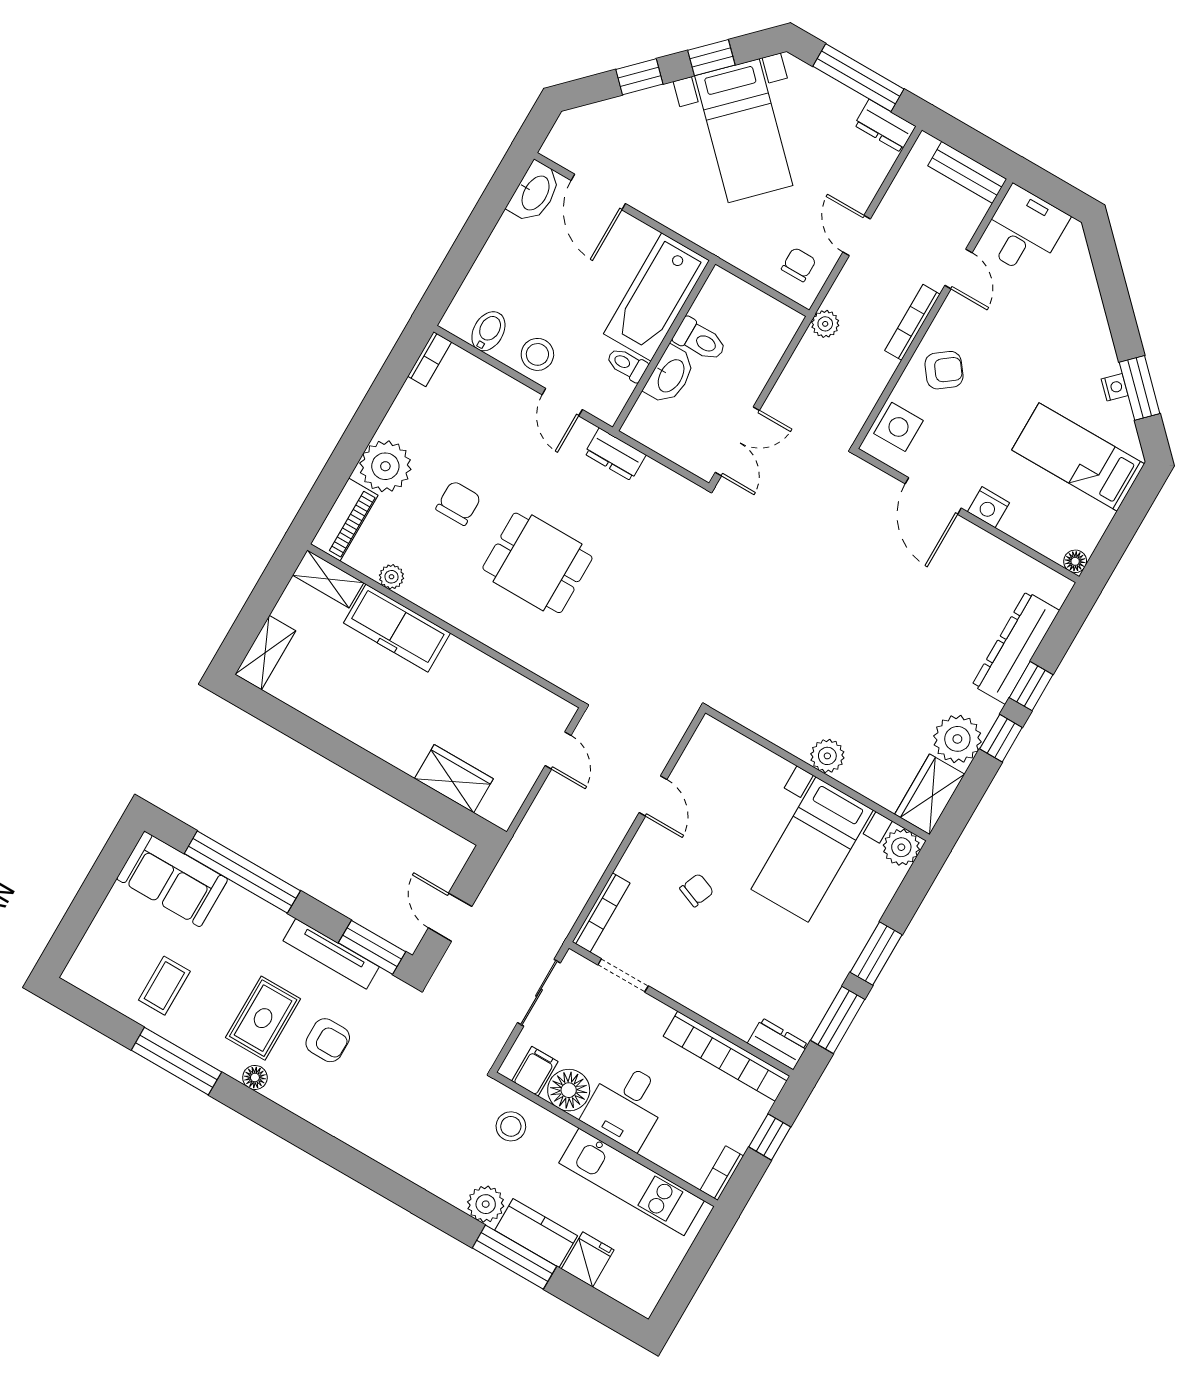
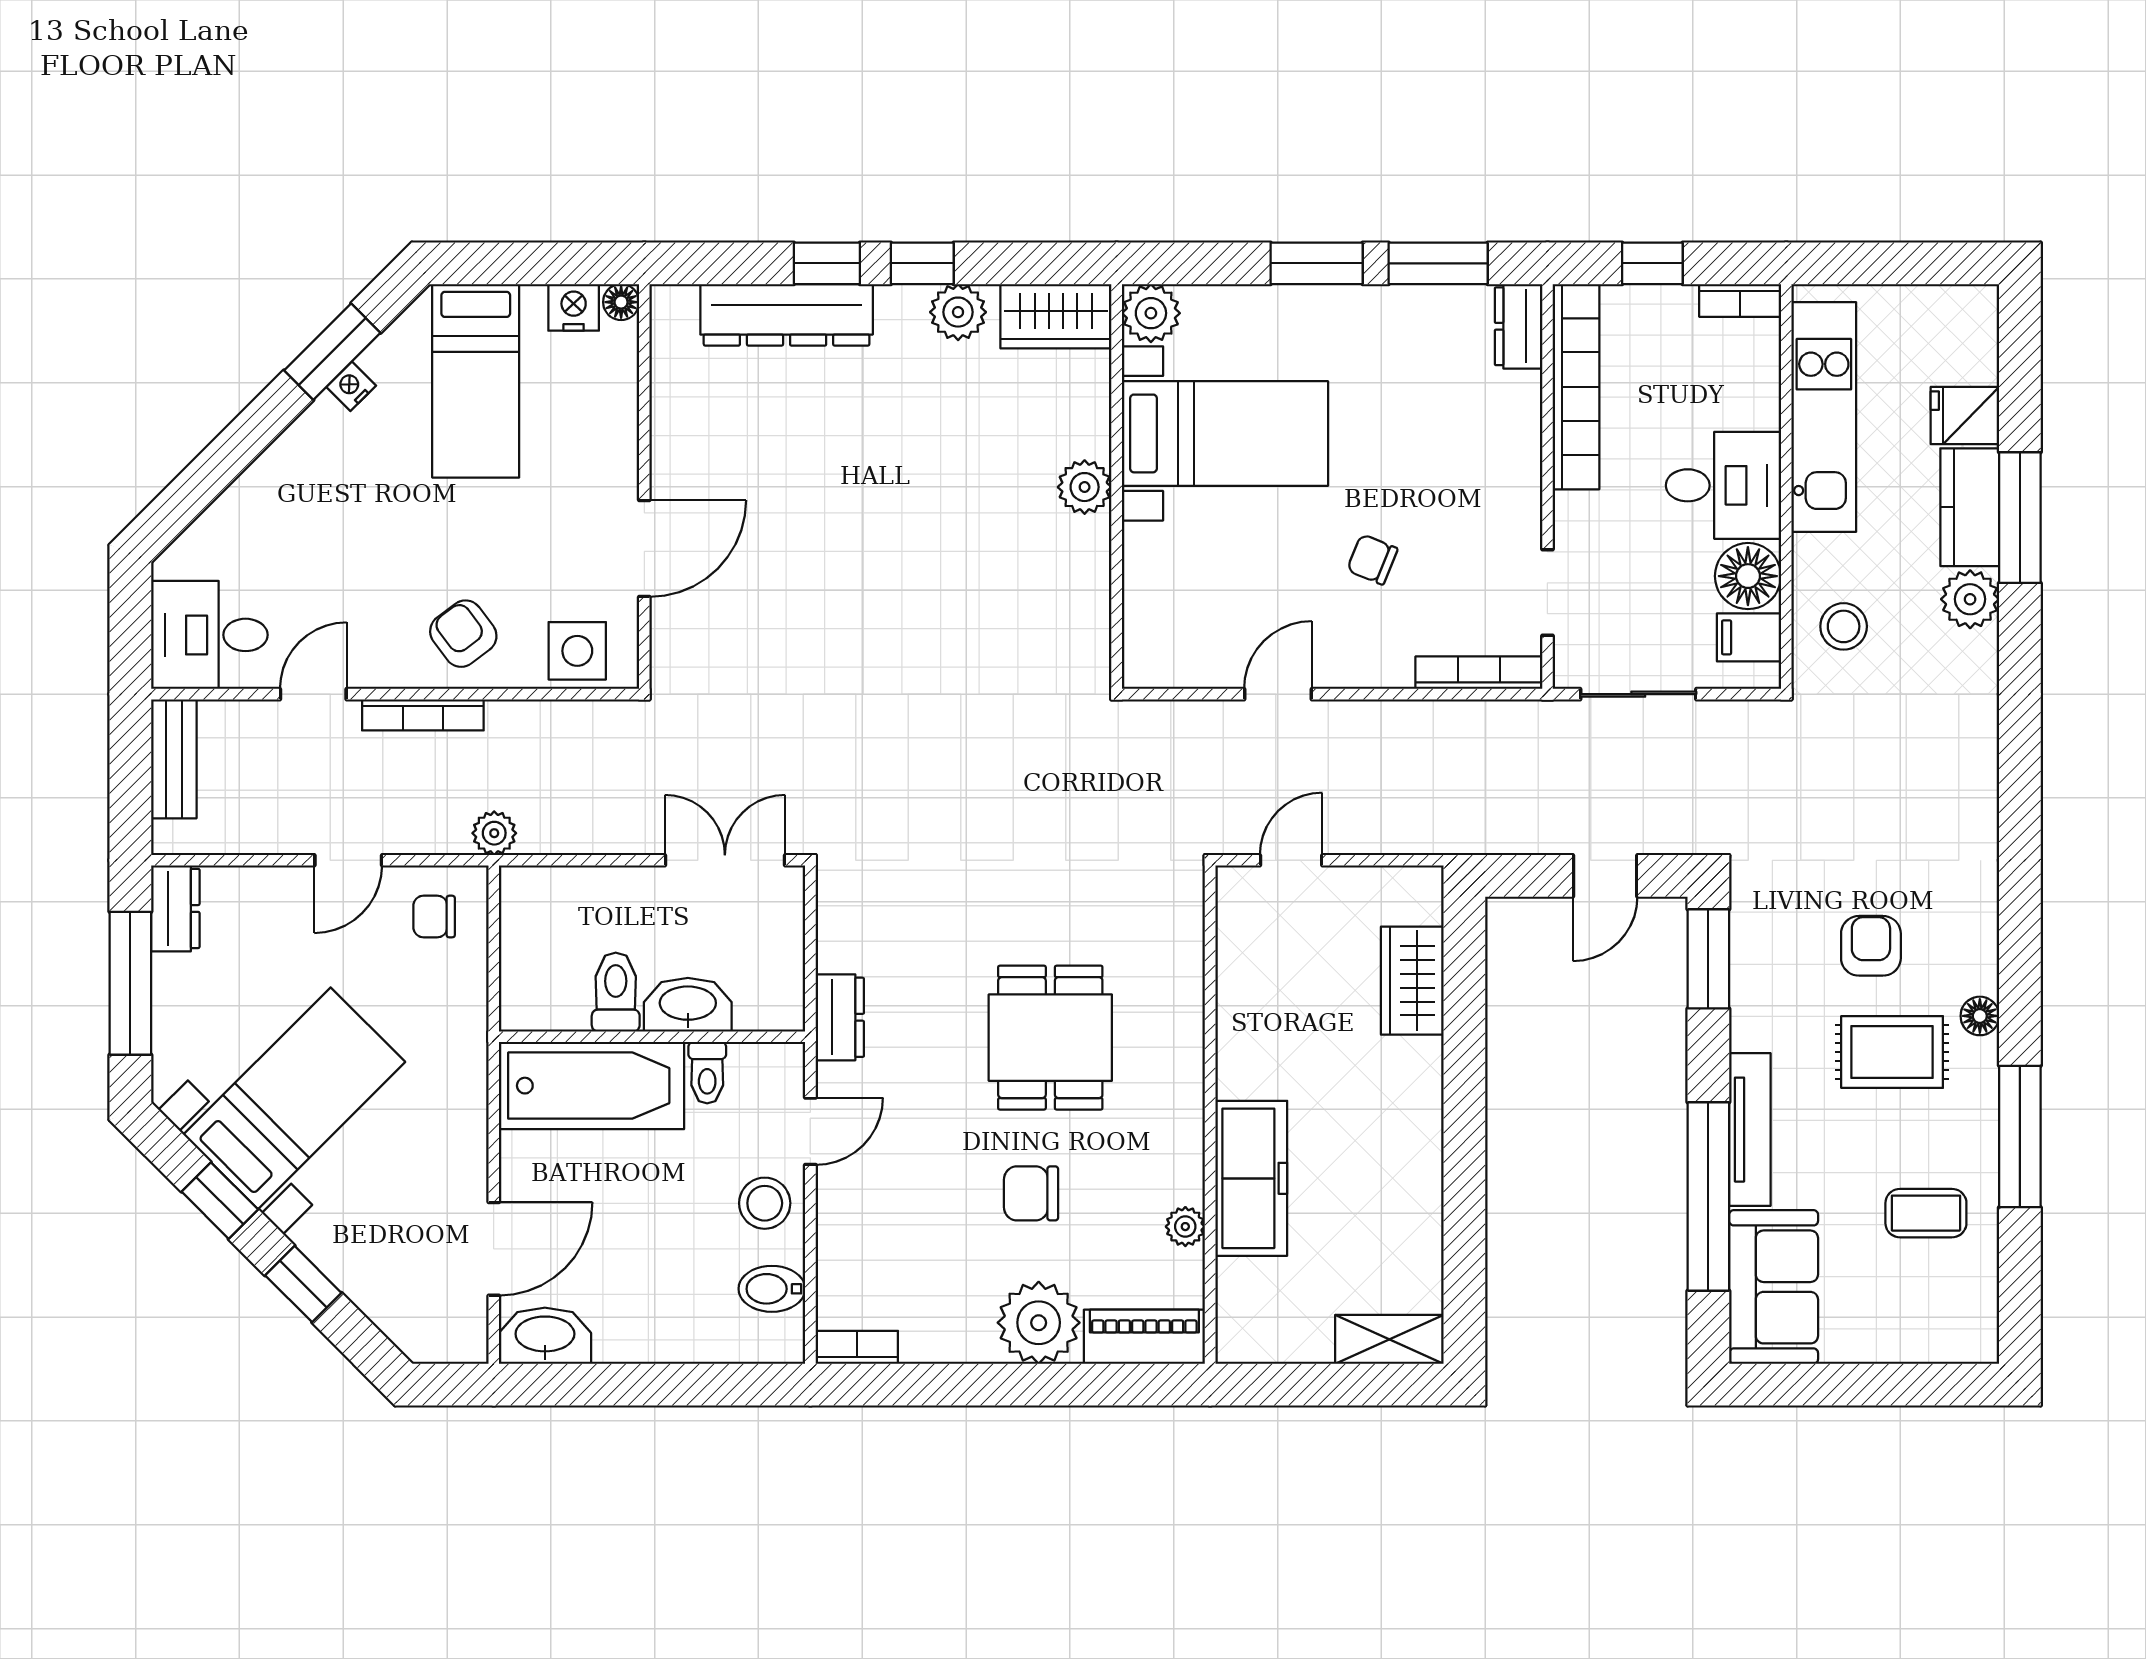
nightstand: (989, 507) -> (574, 307), moved, turned -90
shelving: (328, 579) -> (1239, 1312), removed
plant: (957, 739) -> (958, 312), width x0.73, depth x0.73
tv unit: (331, 954) -> (1750, 1130), moved

